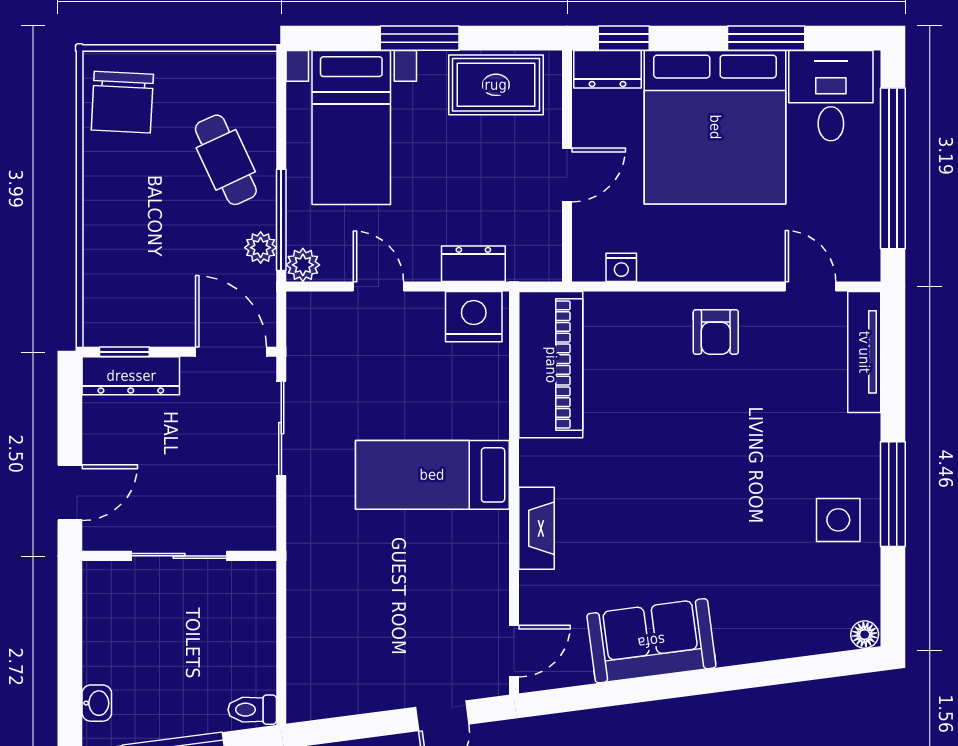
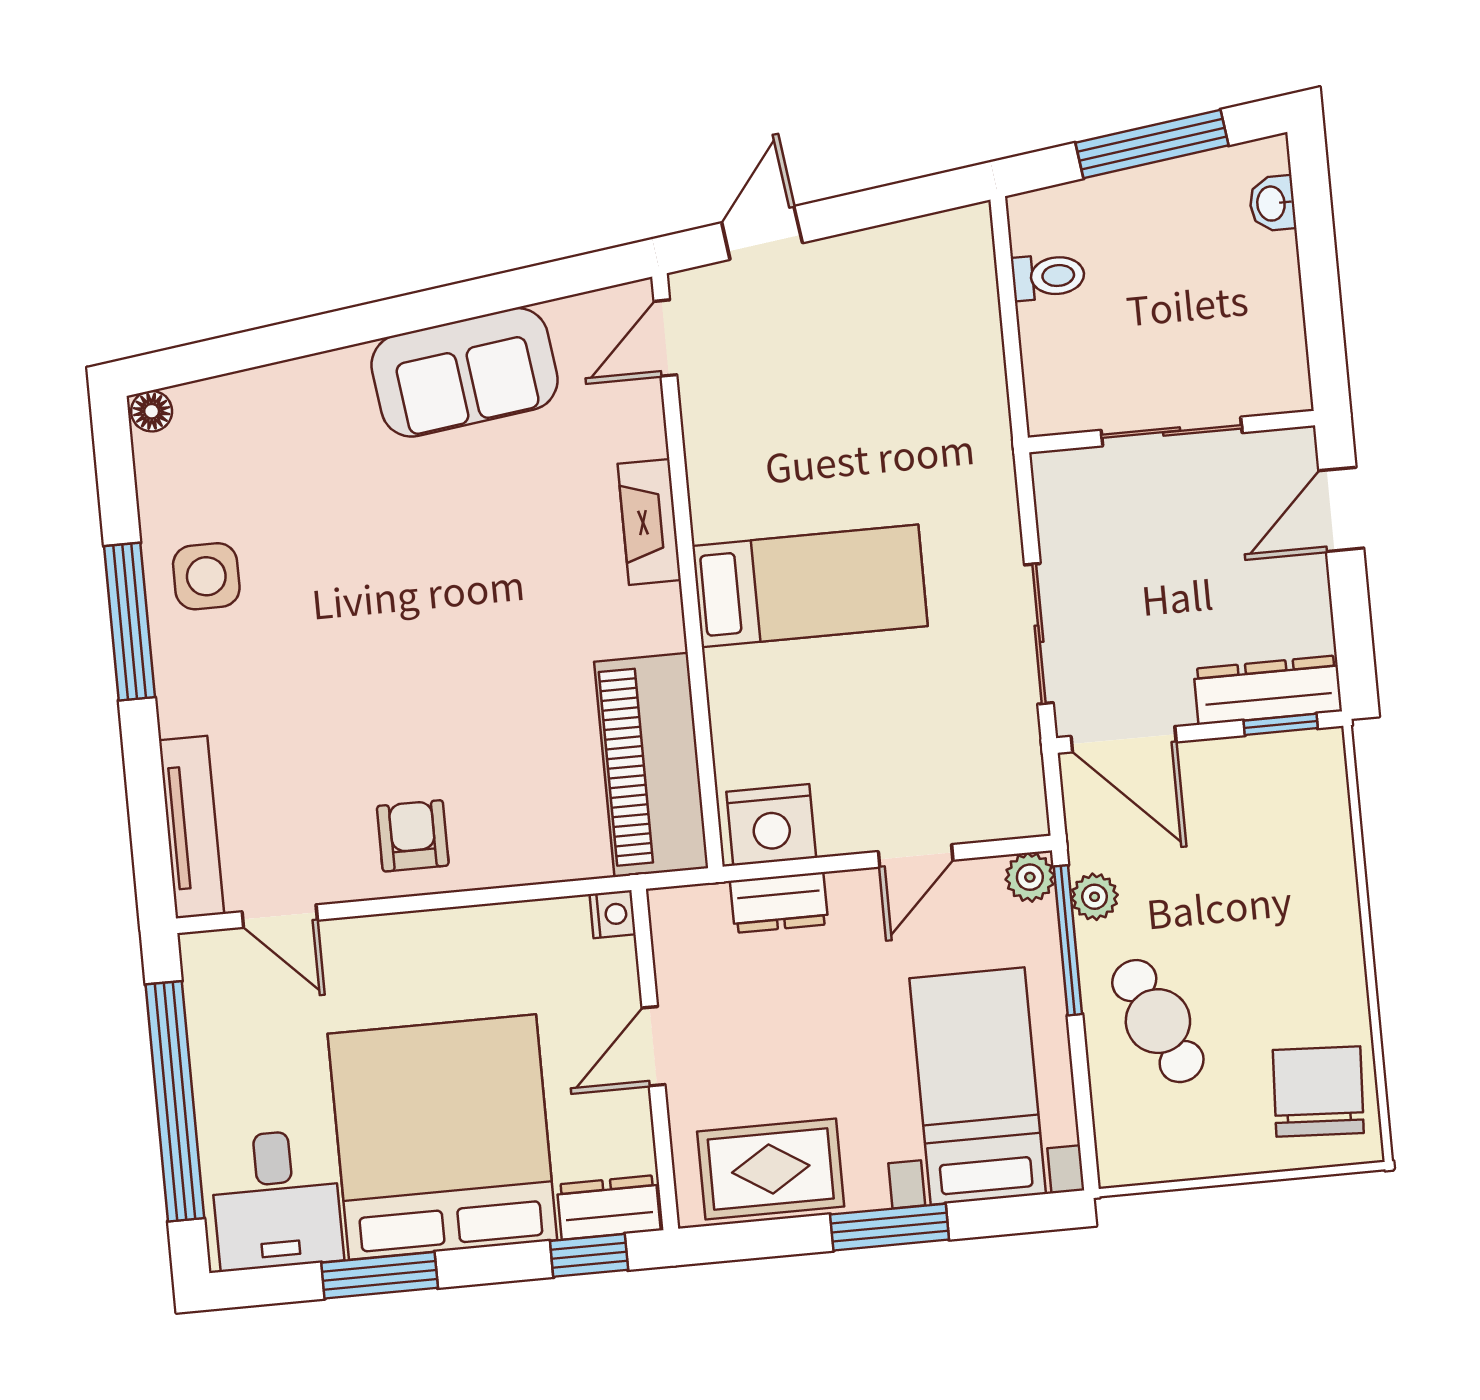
nightstand: (621, 267) -> (613, 914), moved, turned 90
door: (378, 286) -> (916, 856), hinge flipped
toilet: (252, 710) -> (1048, 276), moved

